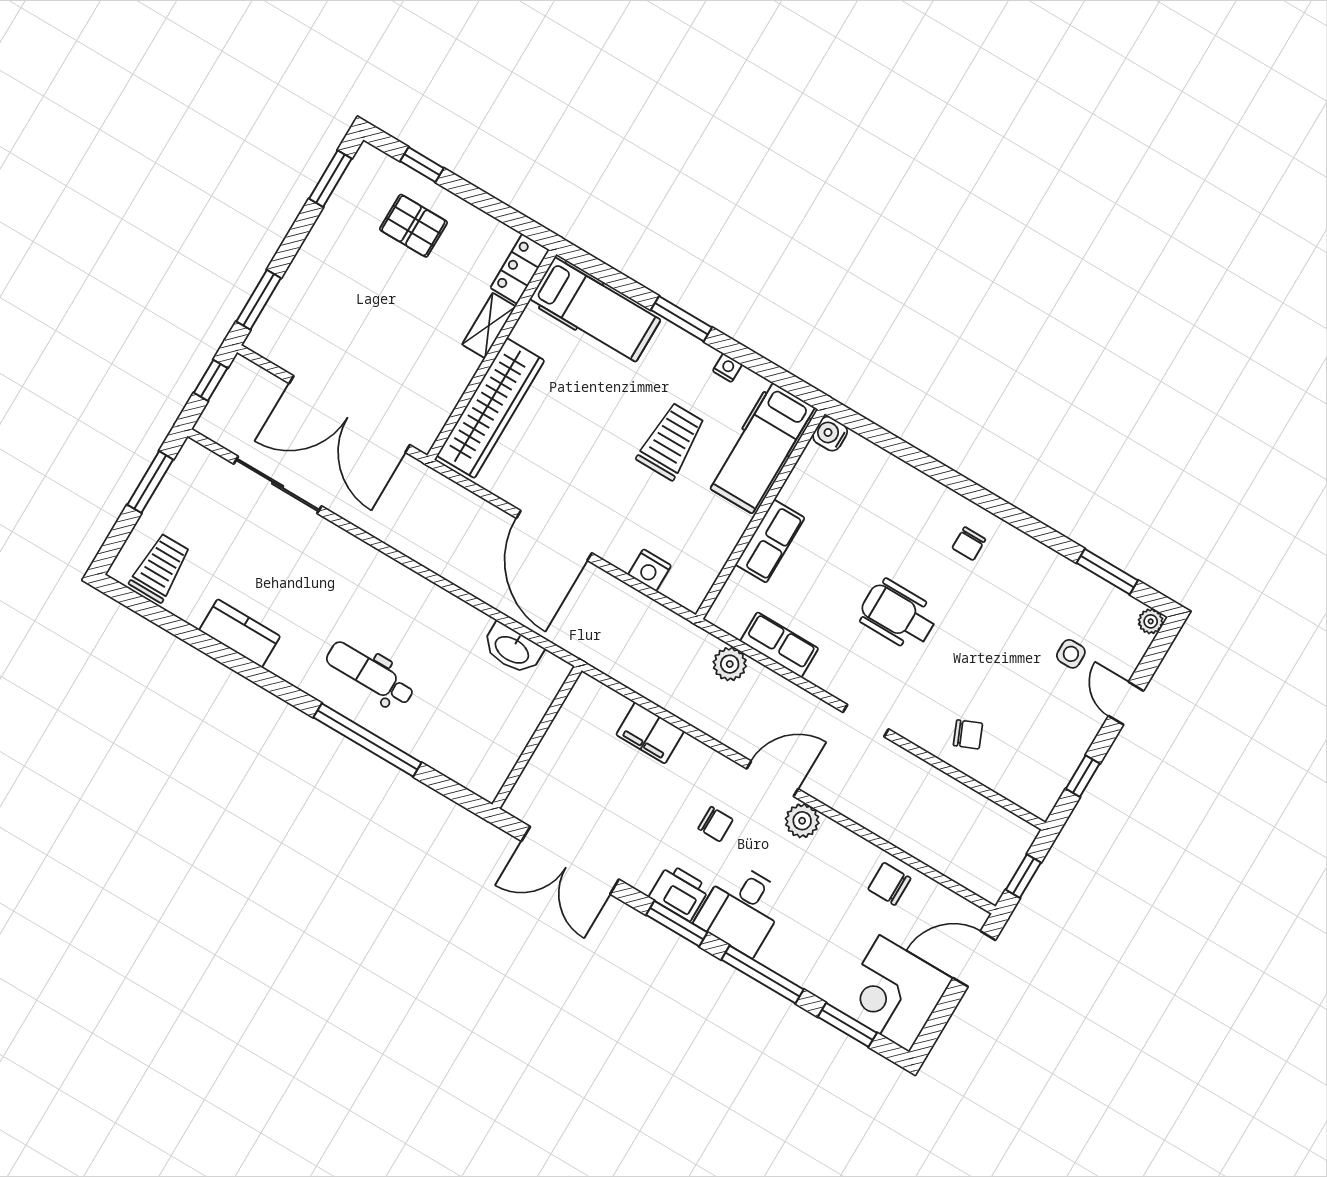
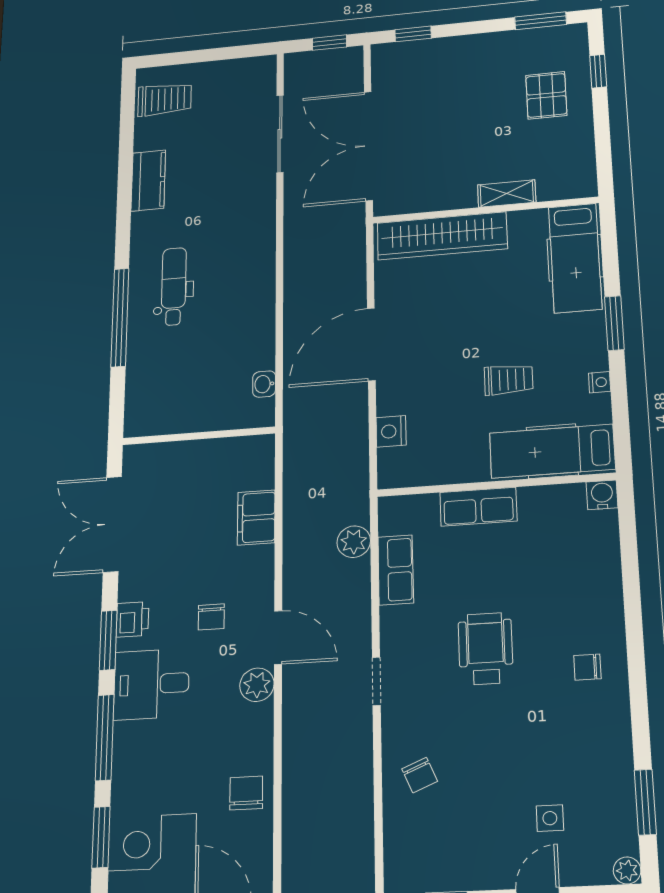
locker: (520, 269) -> (568, 186), removed
window: (259, 300) -> (413, 34), width x0.67
trolley: (671, 441) -> (509, 380), width x0.73, depth x0.72
window: (150, 482) -> (225, 53), removed
washbasin: (512, 649) -> (264, 384), width x0.52, depth x0.69
printer: (679, 892) -> (132, 619), width x0.73, depth x0.81

